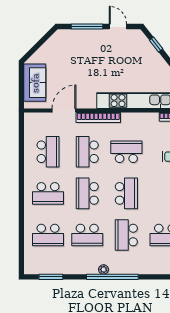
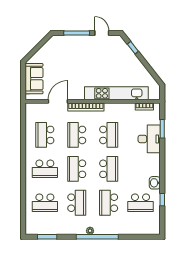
school desk: (48, 152) -> (45, 135), turned 180
school desk: (126, 152) -> (109, 135), turned 90
school desk: (87, 235) -> (77, 203), turned -90

